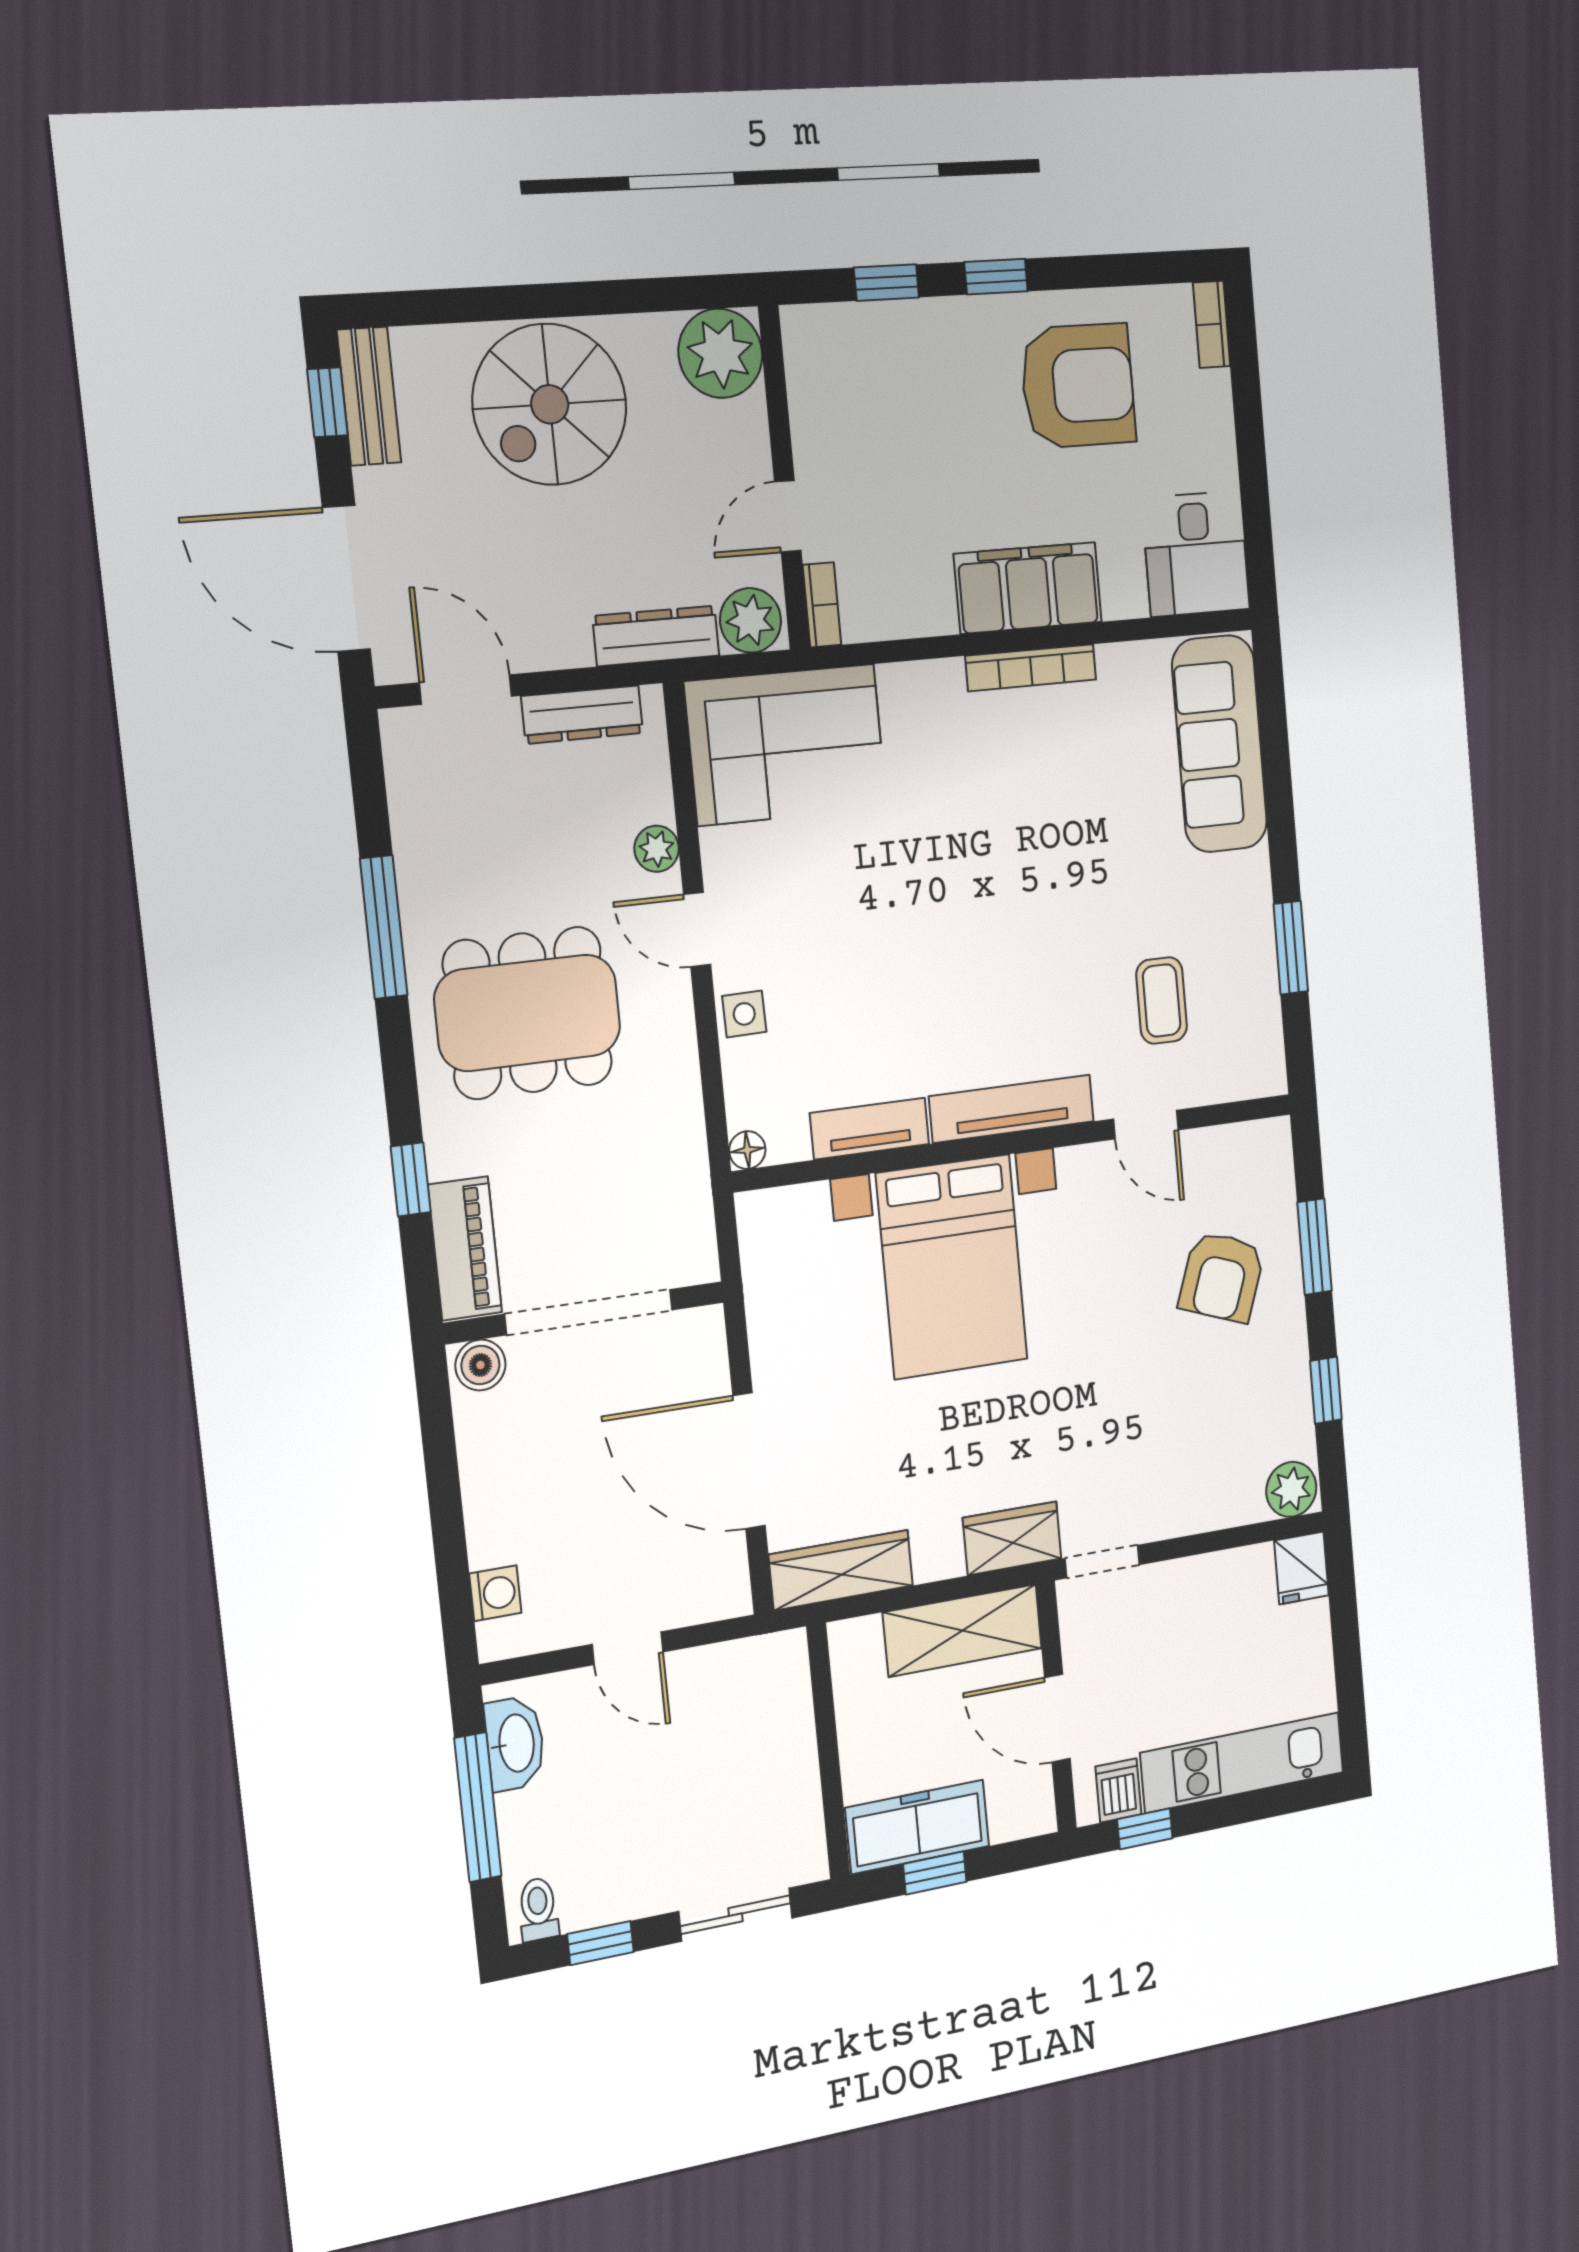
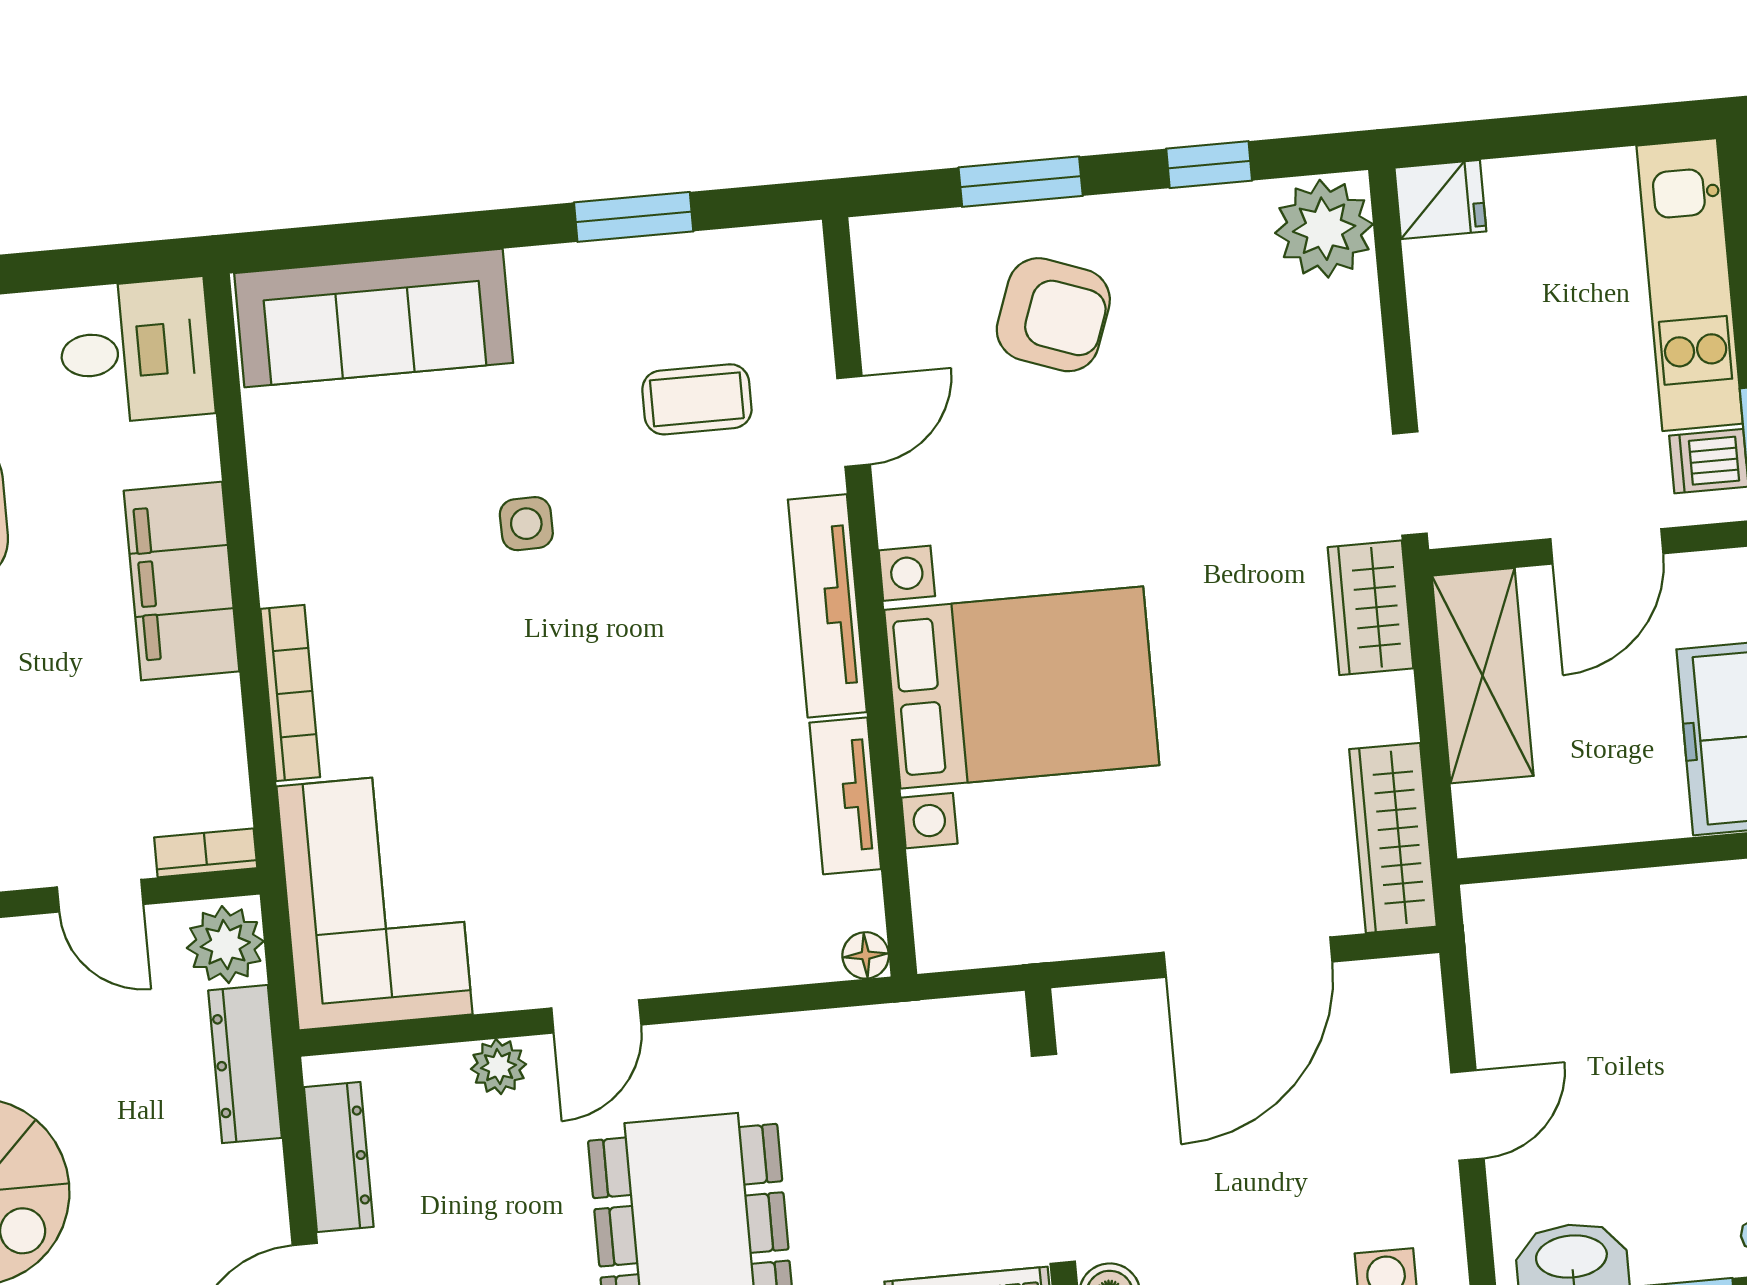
bookcase: (1031, 668) -> (290, 693), moved
side table: (744, 1014) -> (526, 524), moved
plant: (1291, 1489) -> (1324, 229), width x1.36, depth x1.36

